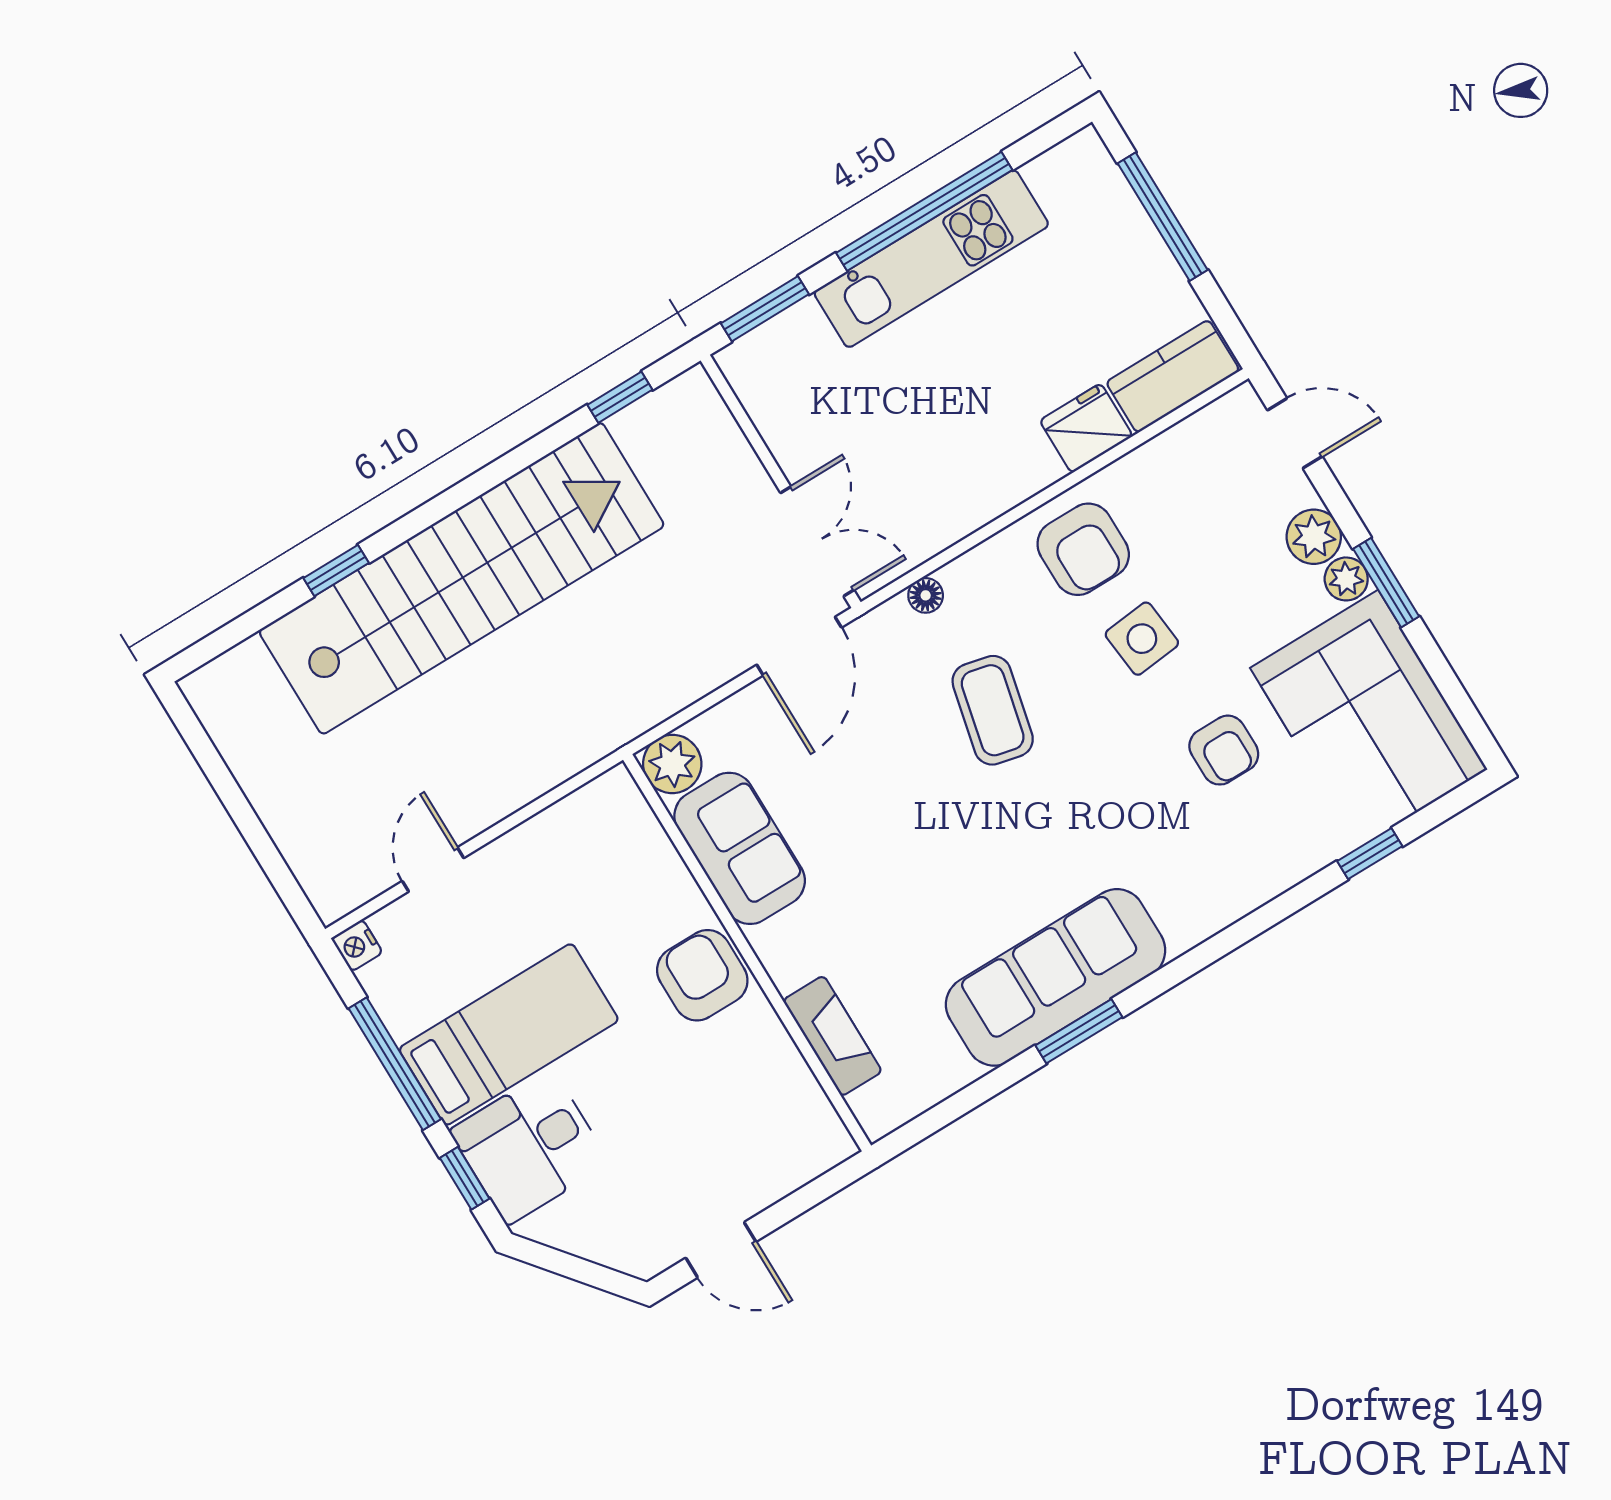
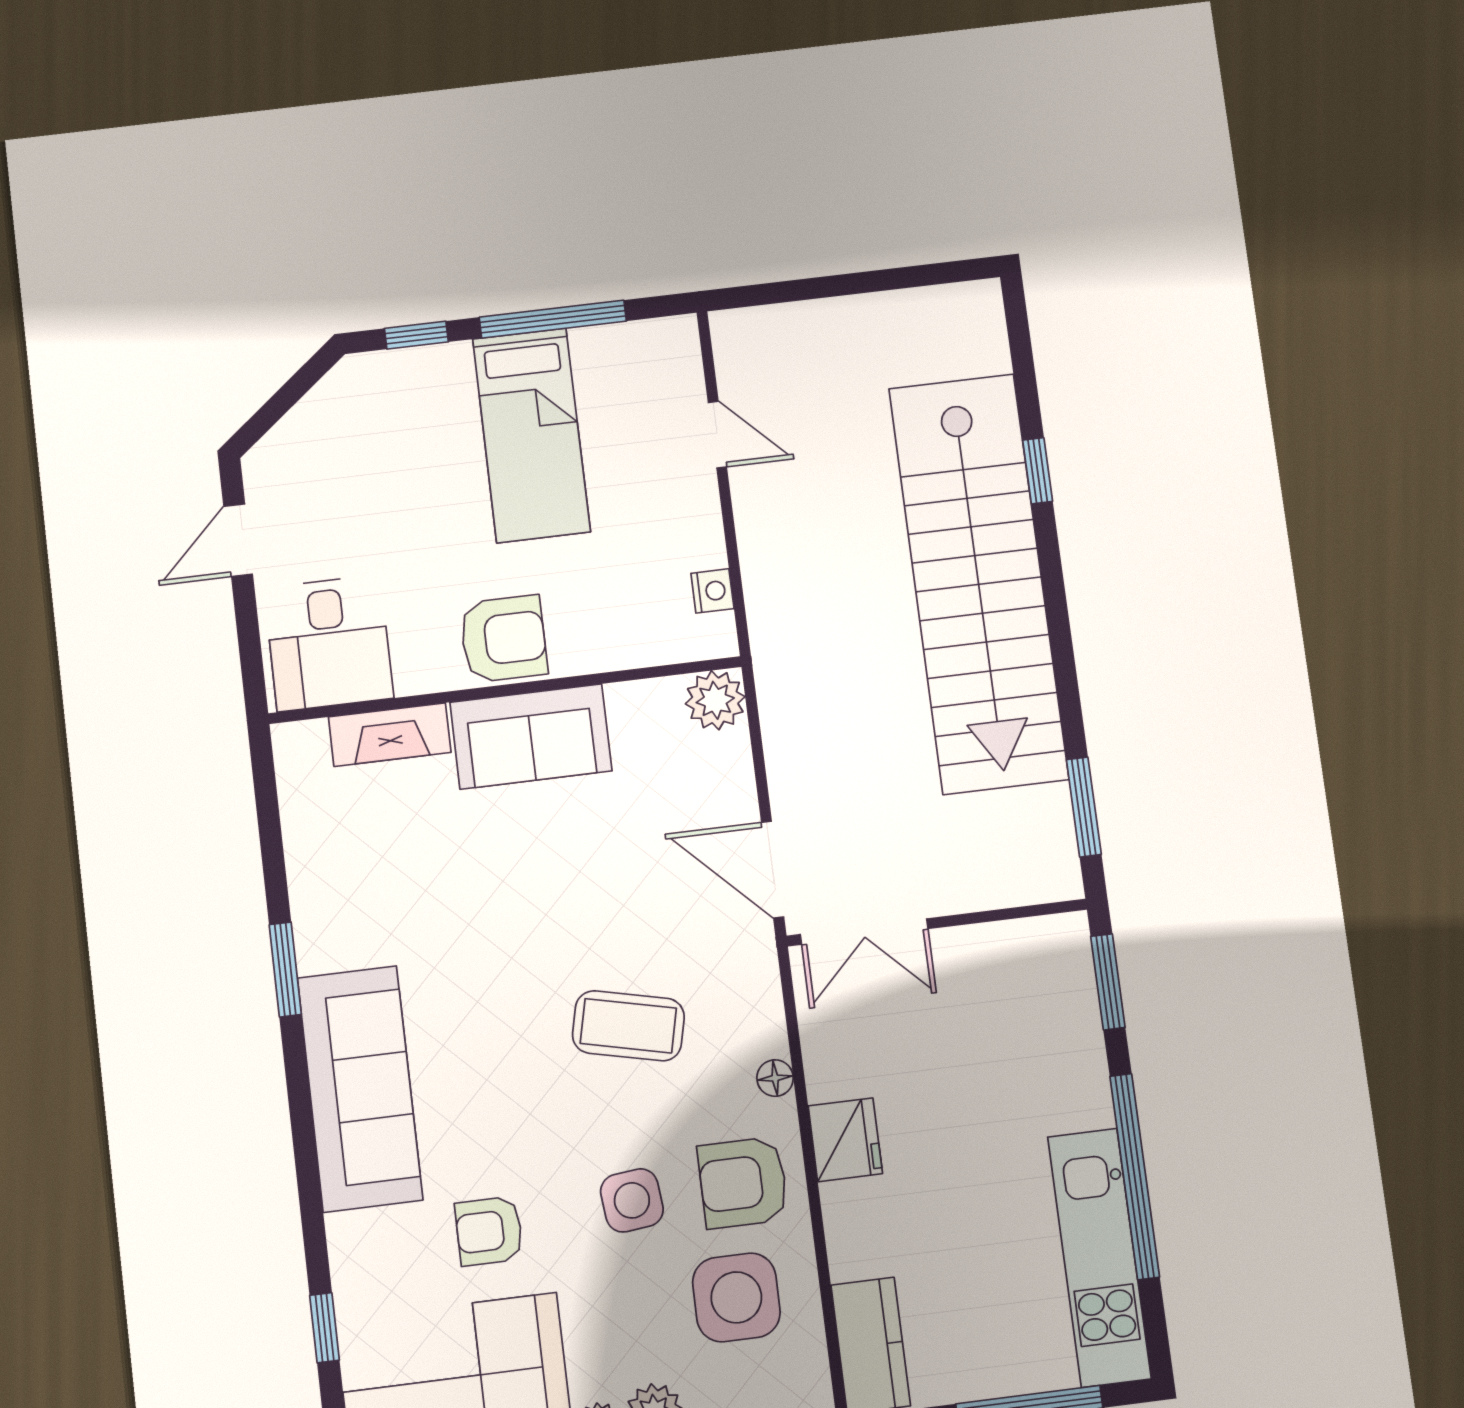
kitchen unit: (931, 259) -> (1099, 1257), moved
window: (620, 397) -> (1084, 807), width x1.50
fridge: (1086, 428) -> (845, 1140), moved
side table: (1184, 511) -> (736, 1297), added
floor lamp: (926, 595) -> (775, 1078), moved
sofa: (740, 848) -> (531, 737), moved
nightstand: (357, 945) -> (712, 591), moved, turned 90
sofa: (1056, 977) -> (360, 1089), moved
desk: (530, 1147) -> (329, 643), moved, turned 180

